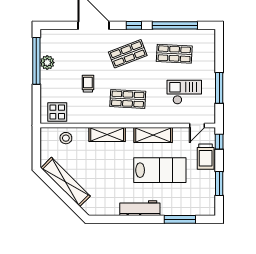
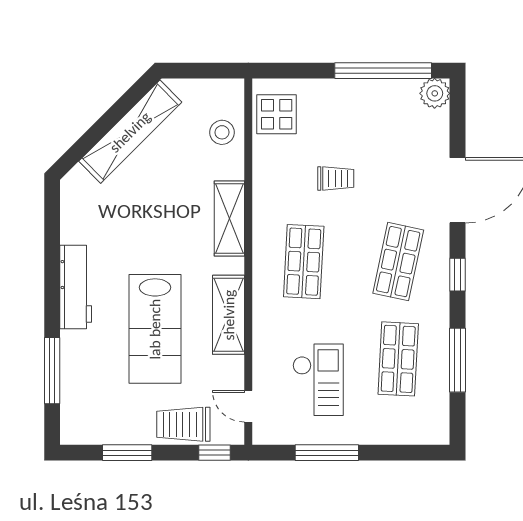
window: (175, 25) -> (458, 360), width x0.68
shop shelf: (128, 54) -> (398, 262), turned 33
plant: (47, 63) -> (435, 93), moved

